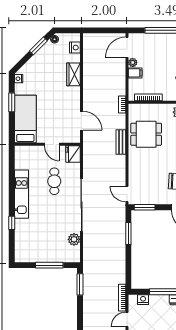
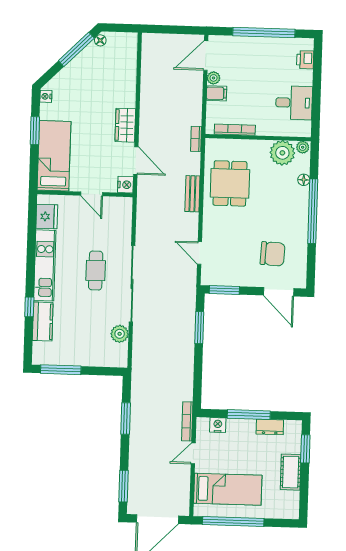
window: (38, 46) -> (76, 49), width x1.44
nightstand: (75, 48) -> (126, 185), moved
wardrobe: (73, 74) -> (125, 125), moved
dining table: (146, 134) -> (230, 183), turned 90
fridge: (73, 154) -> (47, 217), moved, turned 180
cafe table: (54, 181) -> (96, 271), moved
door: (127, 194) -> (200, 253), moved
kitchen counter: (21, 233) -> (43, 321), added
window: (49, 265) -> (61, 370), moved
window: (80, 284) -> (126, 419), moved

